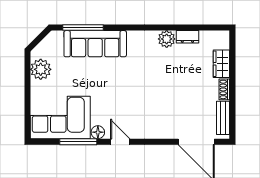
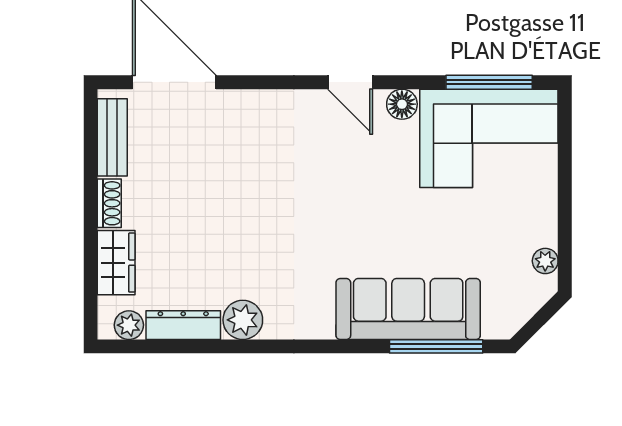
dresser: (187, 37) -> (183, 325), width x1.44
plant: (216, 37) -> (129, 325), added
plant: (41, 69) -> (545, 261), width x0.53, depth x0.53
window: (78, 142) -> (489, 82), moved

